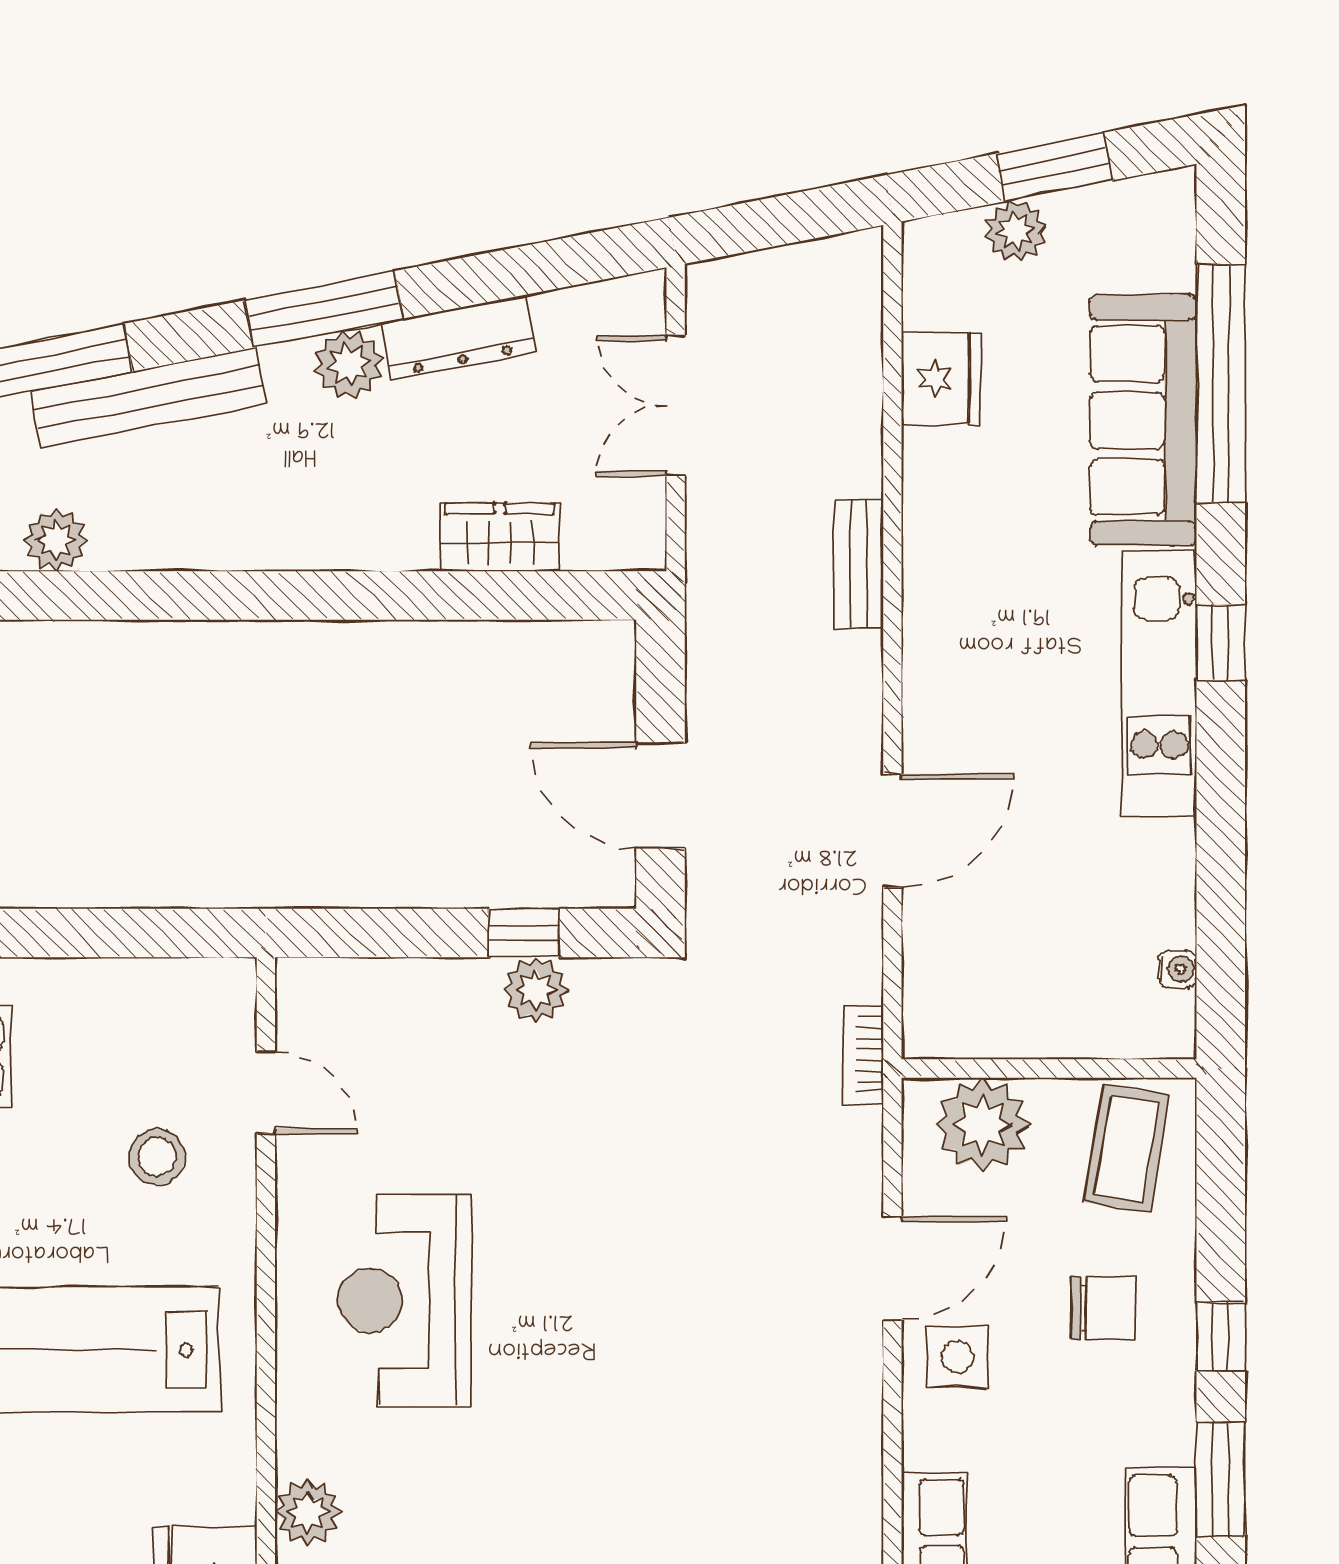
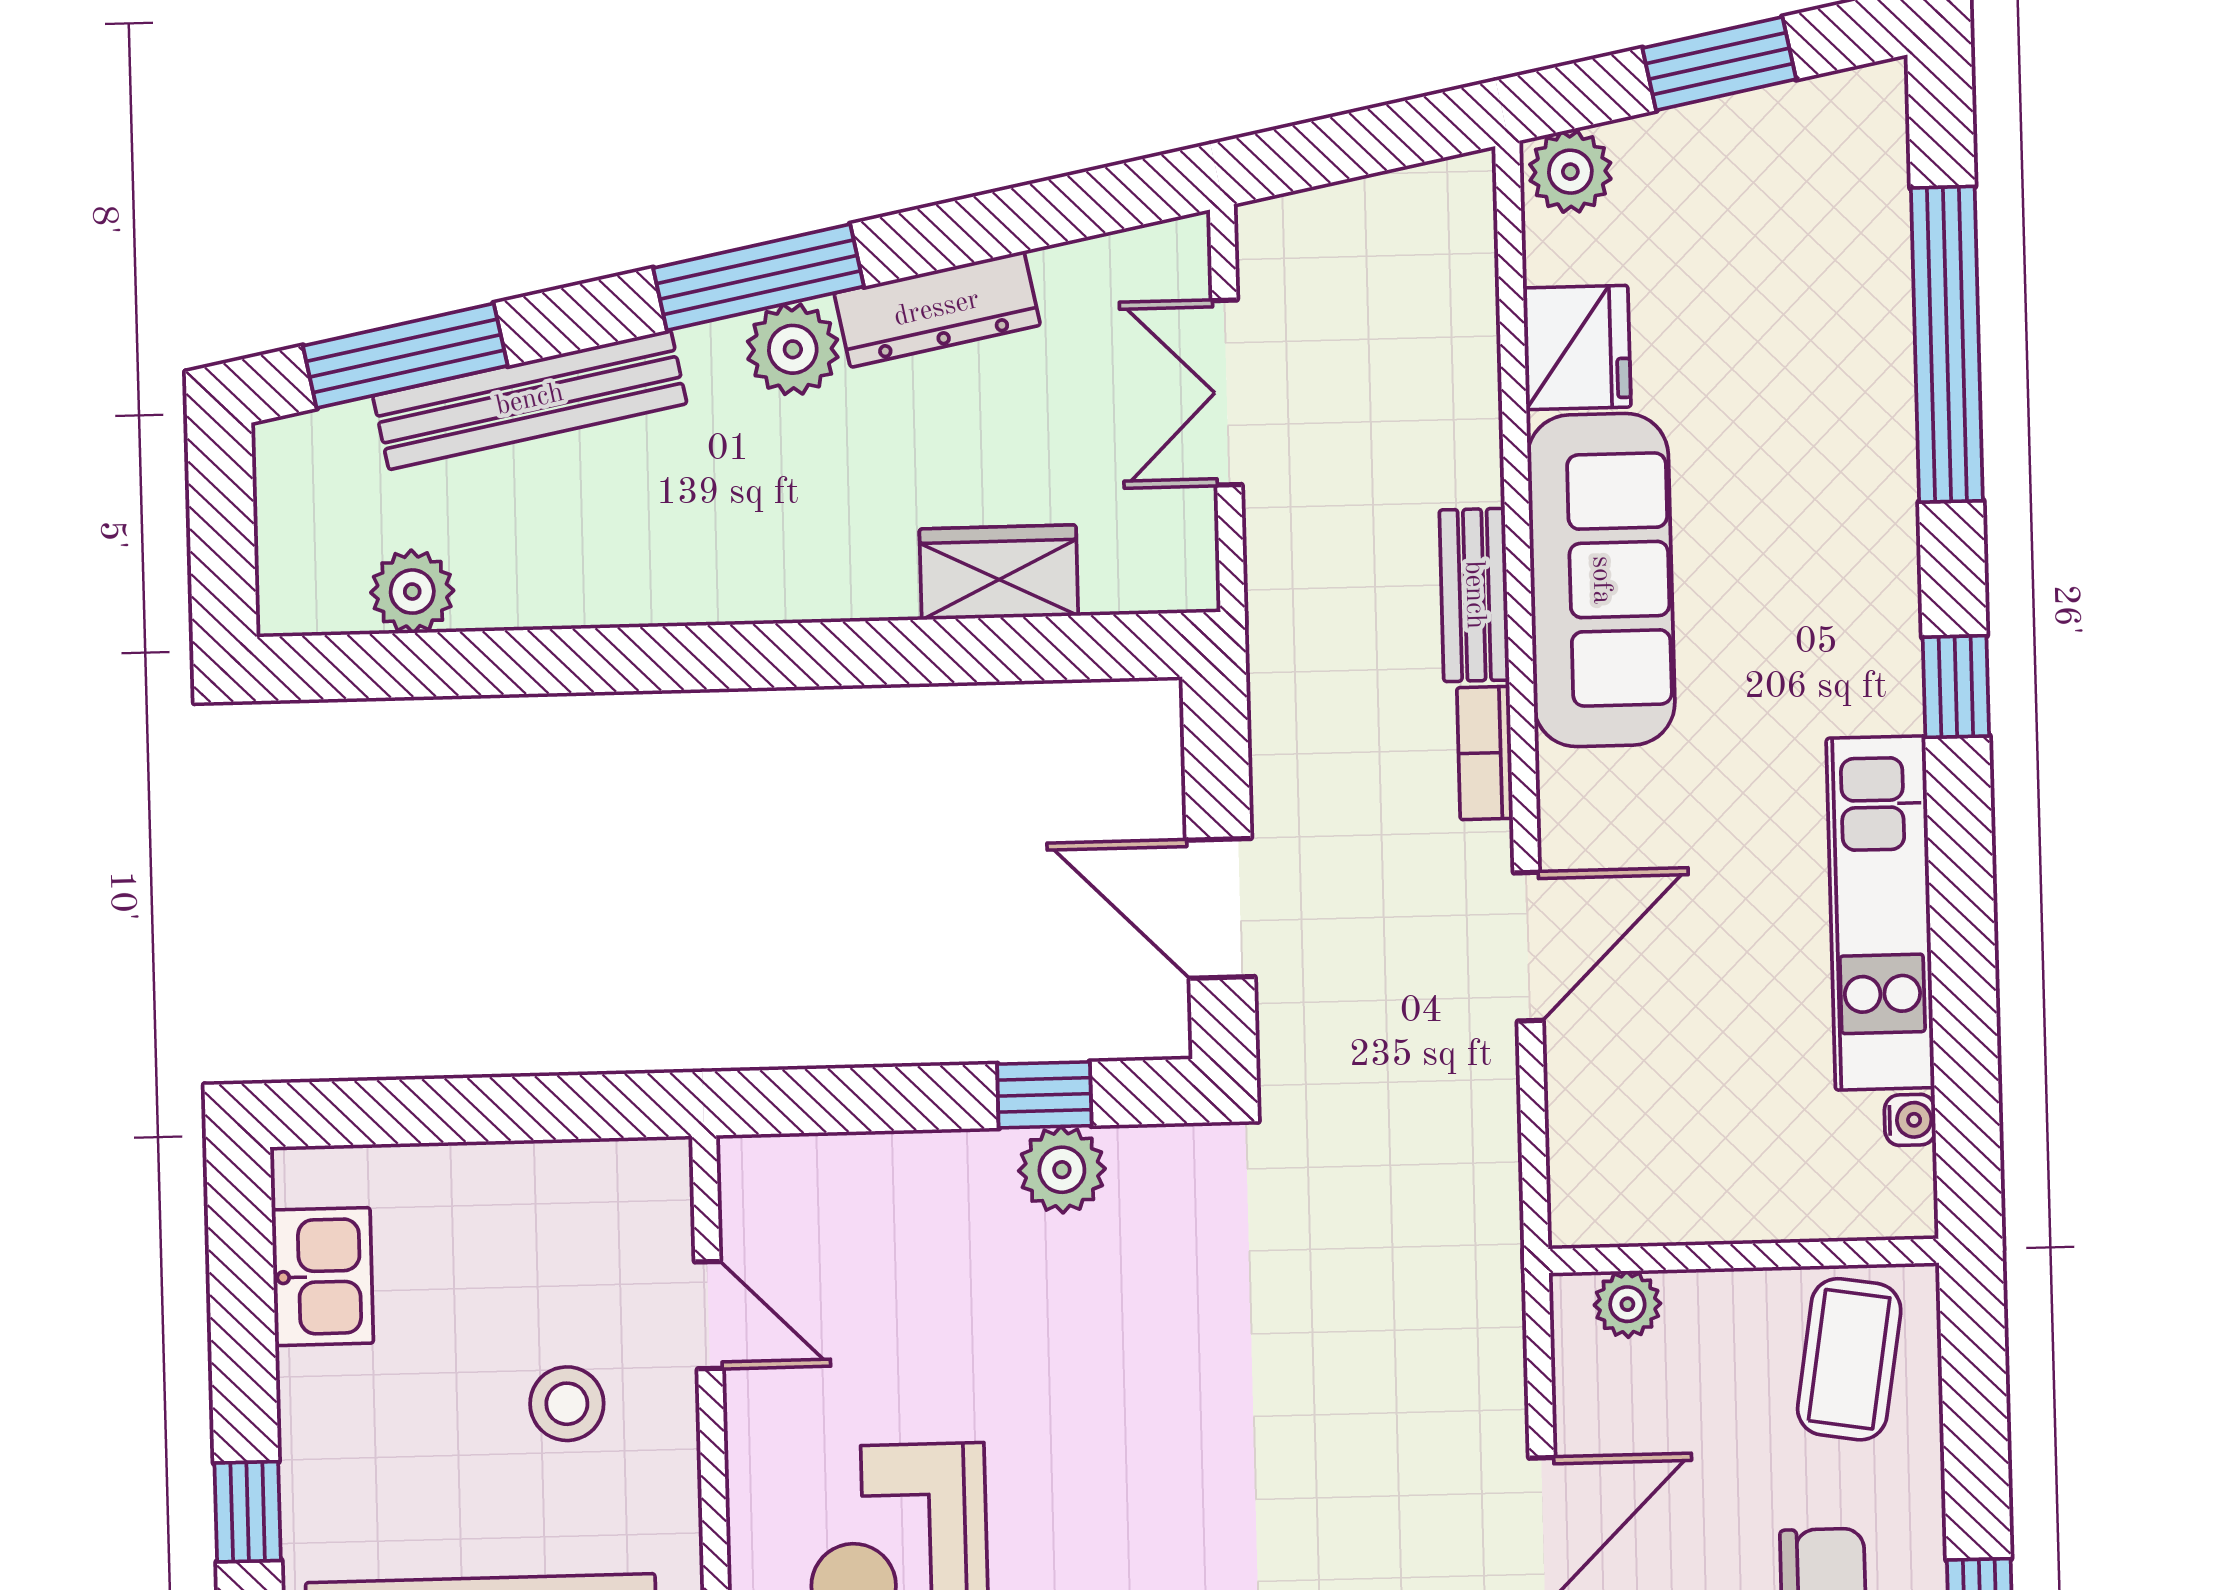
plant: (1015, 231) -> (1570, 172), moved
sofa: (1143, 420) -> (1601, 580), moved, turned 180
kitchen unit: (1159, 684) -> (1880, 913), moved
bookcase: (863, 1055) -> (1485, 753), moved
plant: (982, 1125) -> (1627, 1304), width x0.53, depth x0.53

